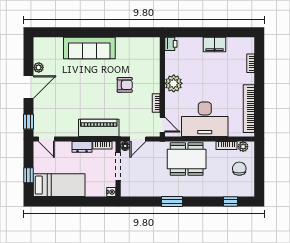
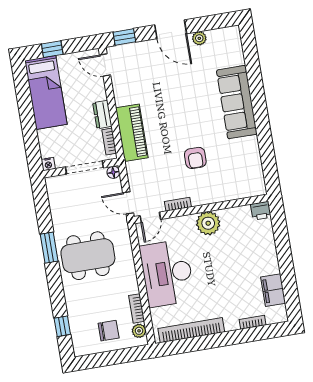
filing cabinet: (215, 45) -> (273, 290), moved
door: (46, 139) -> (105, 65), hinge flipped
door: (138, 139) -> (128, 203), moved
dining table: (187, 159) -> (88, 256), moved, turned 90

